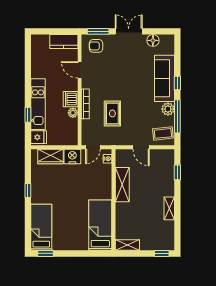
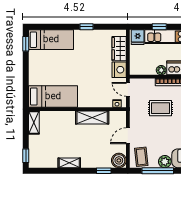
boiler: (167, 157) -> (119, 160), added

